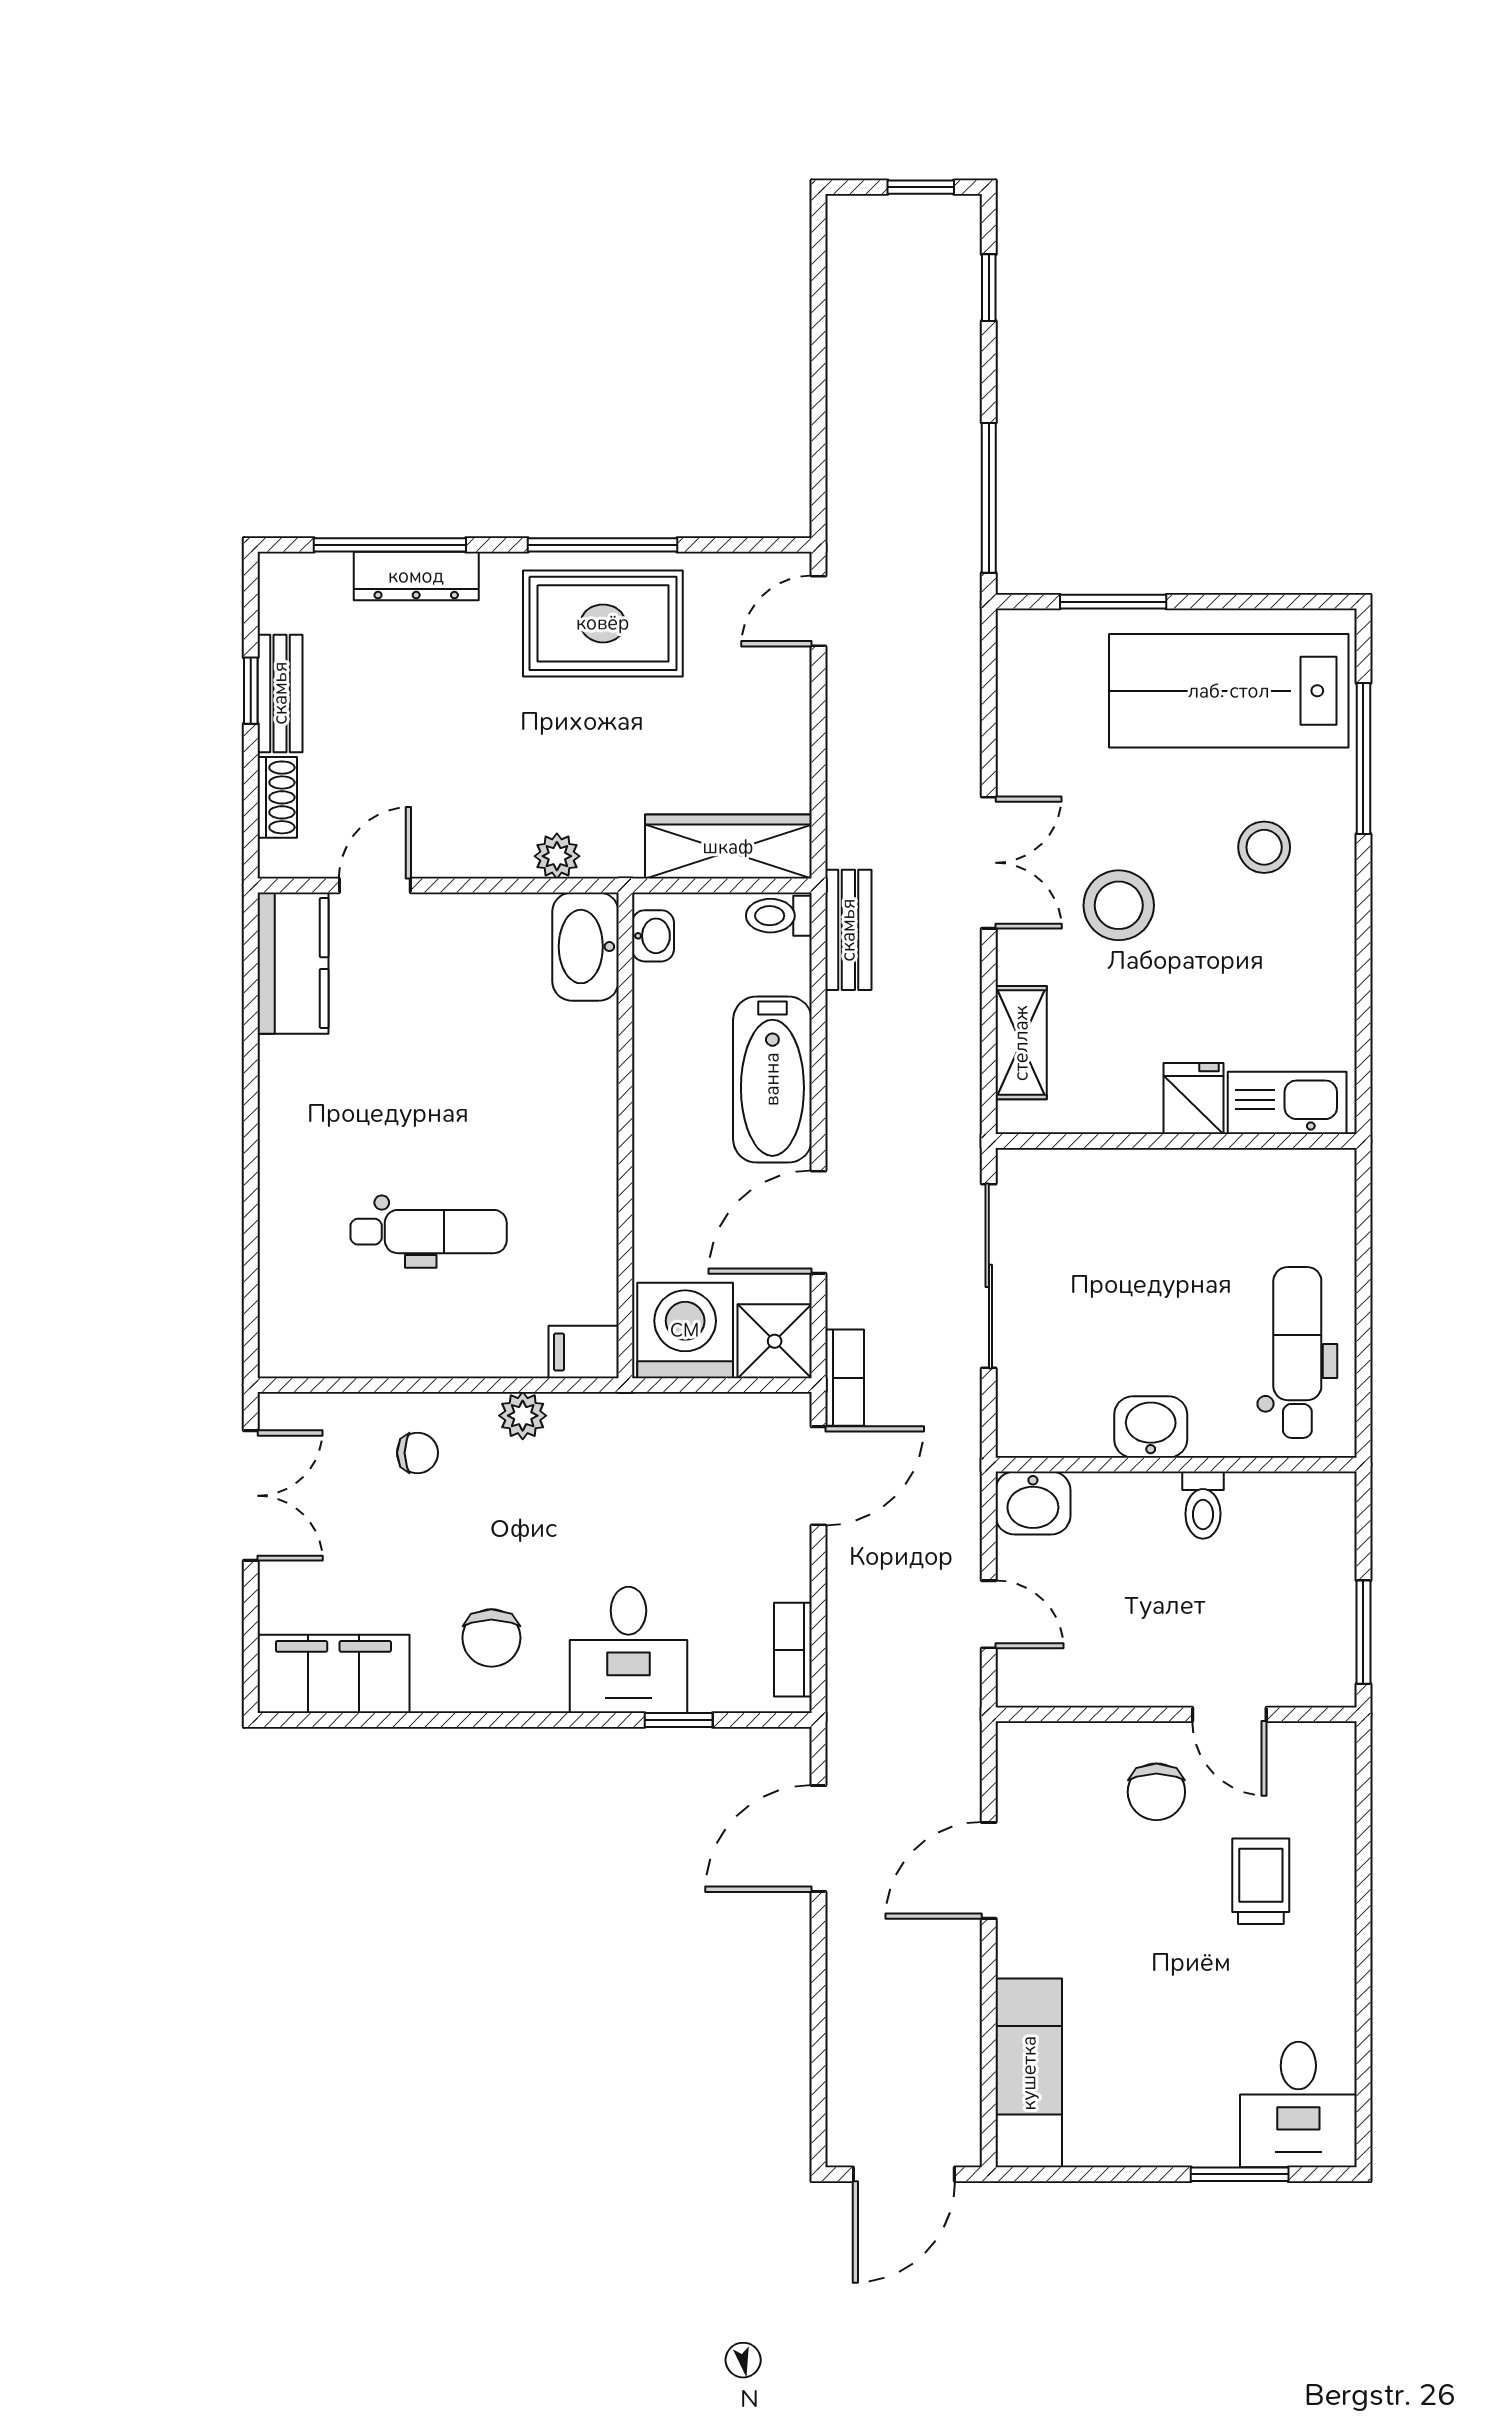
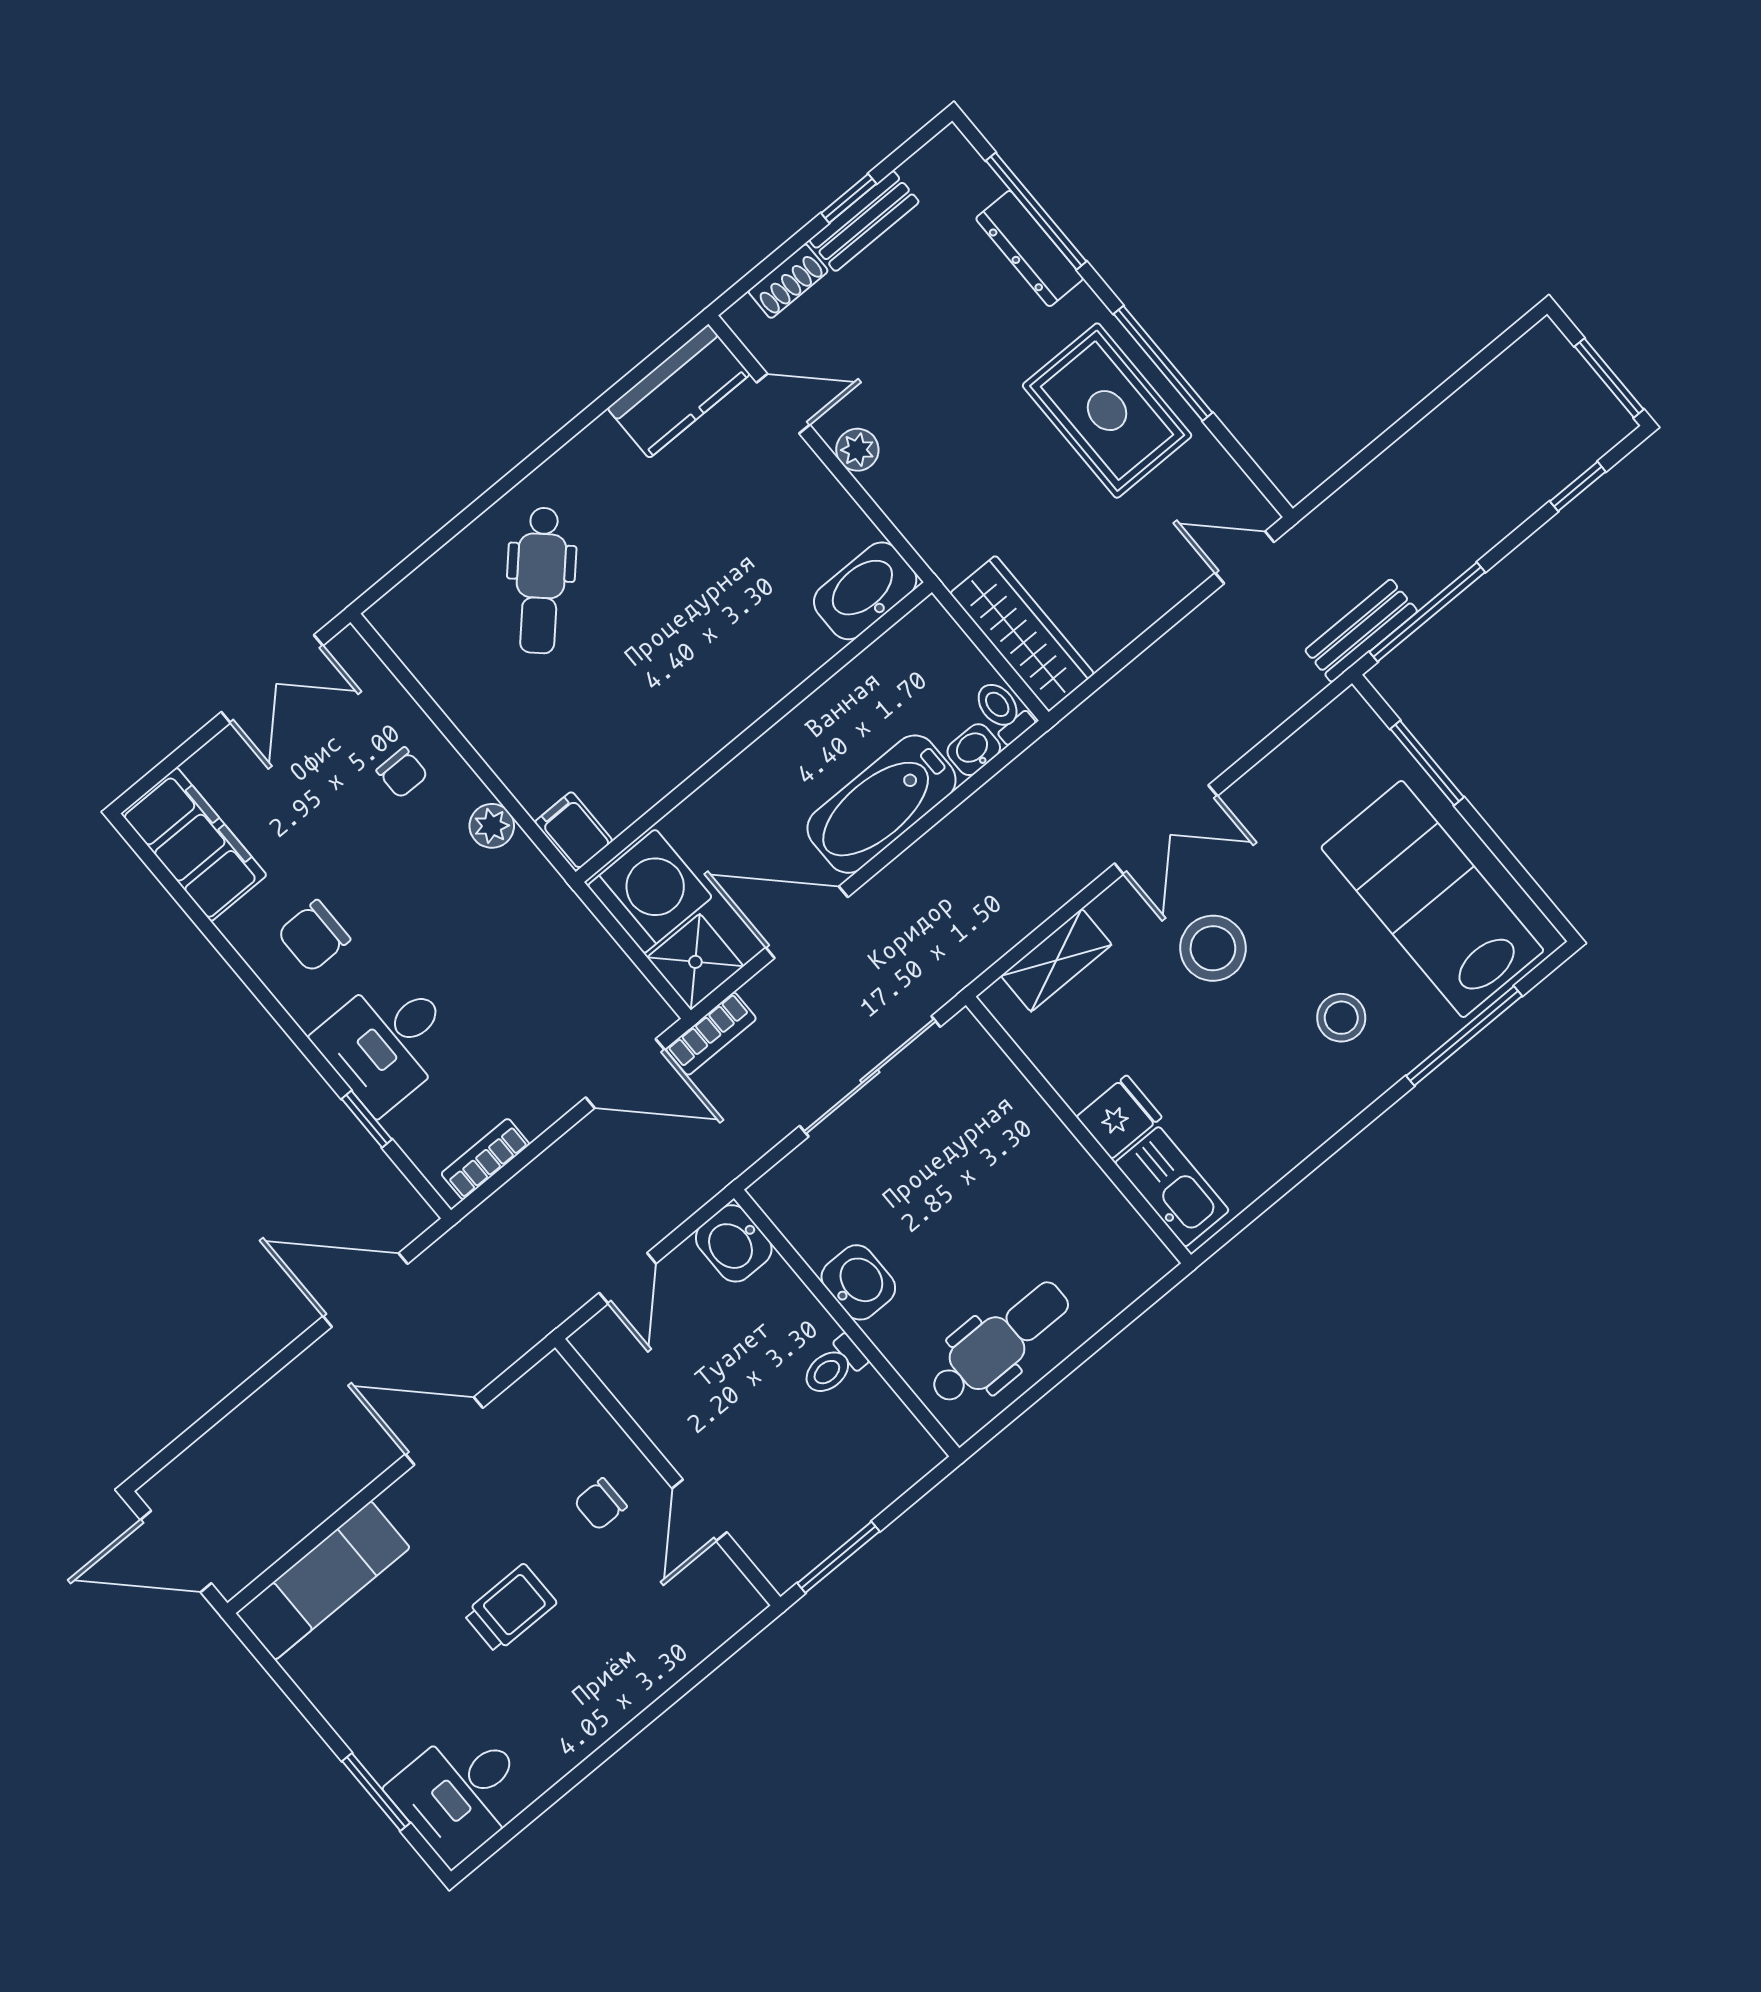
window: (921, 187) -> (1609, 378), width x1.50
plant: (557, 856) -> (857, 450), moved
bench: (848, 930) -> (1361, 631), moved
washbasin: (653, 936) -> (974, 750), moved, turned 180
dental chair: (429, 1232) -> (541, 580), moved, turned 43
chair: (1156, 1792) -> (600, 1504), width x0.73, depth x0.73
trolley: (1261, 1881) -> (510, 1608), moved

